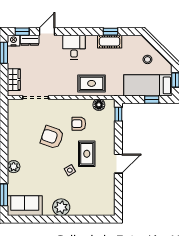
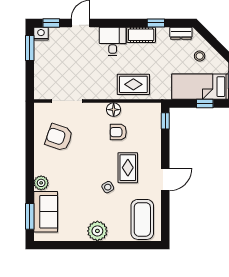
dresser: (30, 40) -> (181, 33), moved
cot: (110, 42) -> (141, 35), moved
wardrobe: (14, 80) -> (41, 80), removed
floor lamp: (99, 105) -> (114, 110), moved
armchair: (52, 137) -> (59, 137), moved
coffee table: (99, 197) -> (142, 219), added
sofa: (25, 206) -> (46, 212), moved, turned 90

